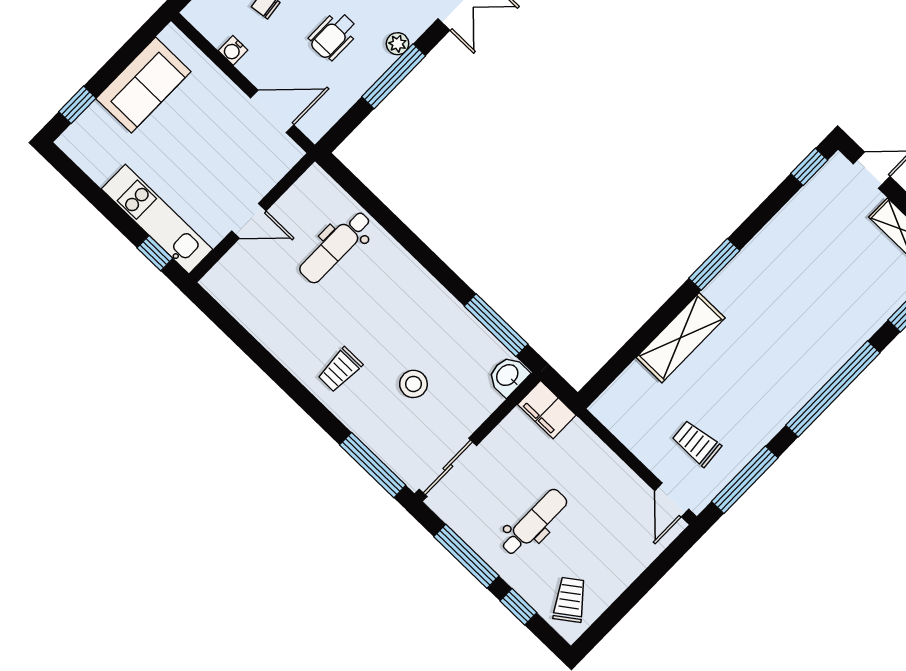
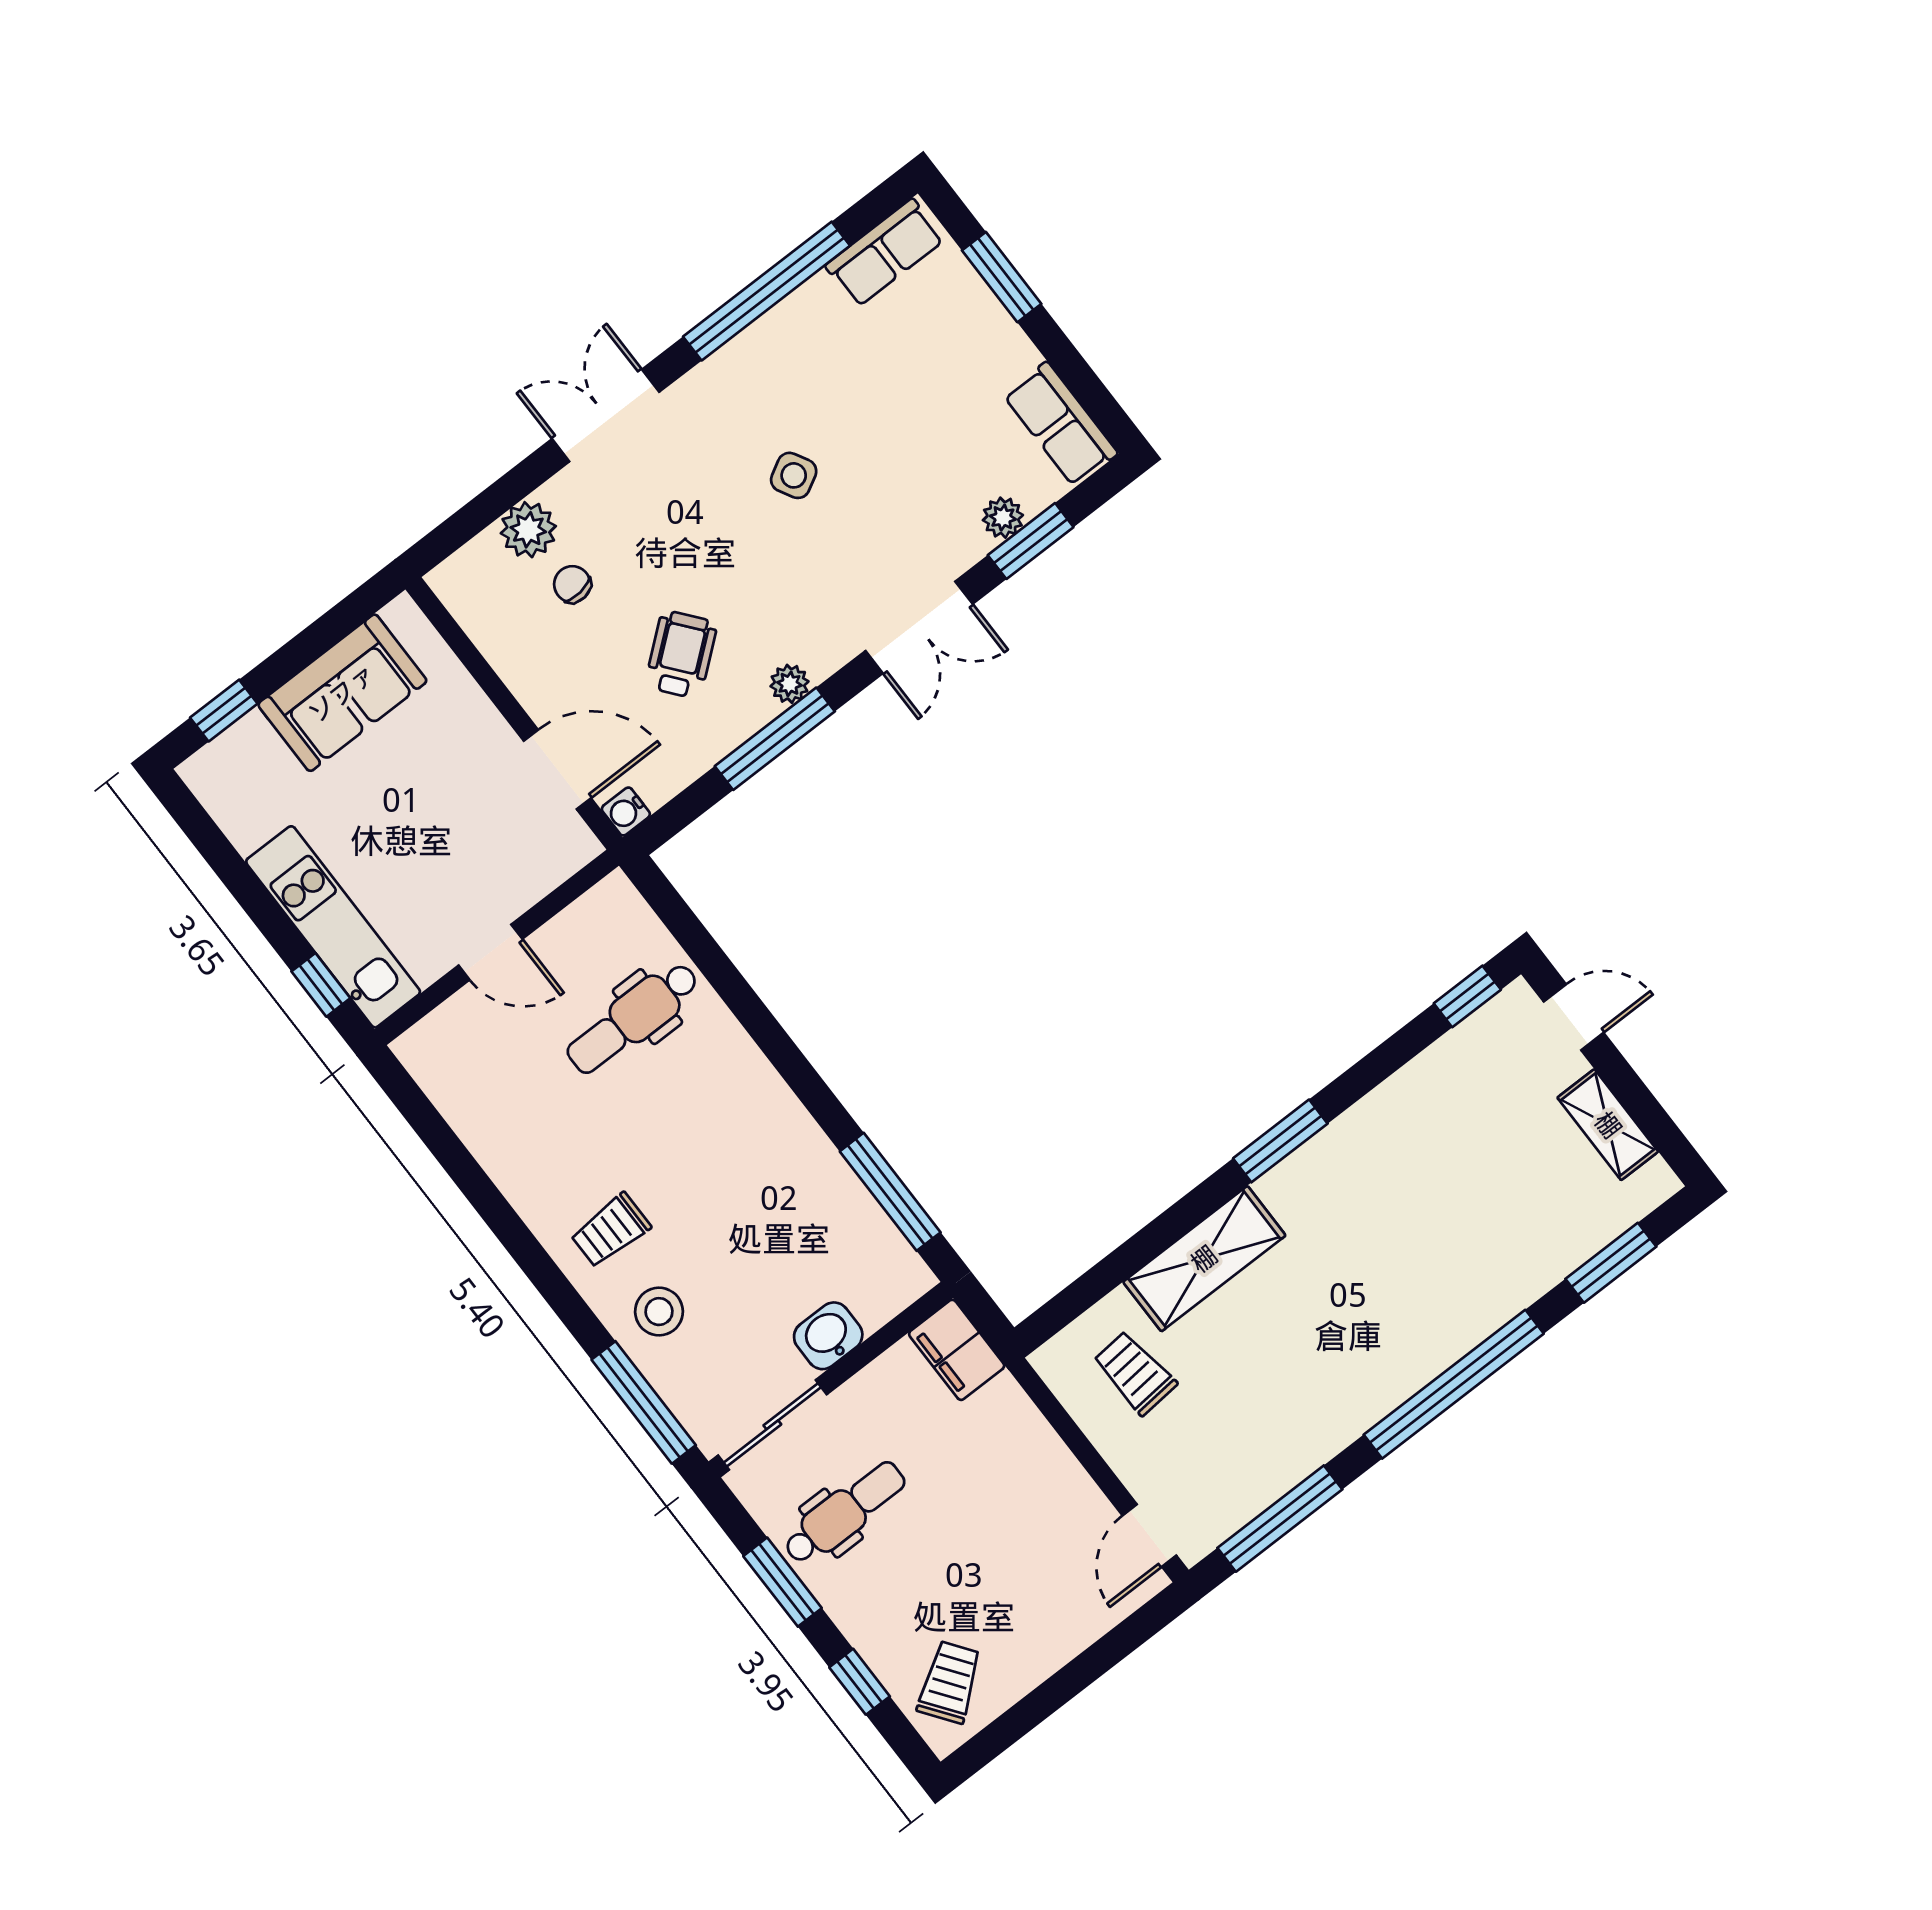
wheelchair: (333, 36) -> (681, 655), turned 141
water cooler: (233, 50) -> (626, 812), moved
washbasin: (508, 376) -> (828, 1336), moved
stool: (413, 384) -> (659, 1312), moved
trolley: (696, 443) -> (1135, 1373), moved
dental chair: (534, 522) -> (844, 1513), moved
window: (466, 556) -> (783, 1582), width x0.69

